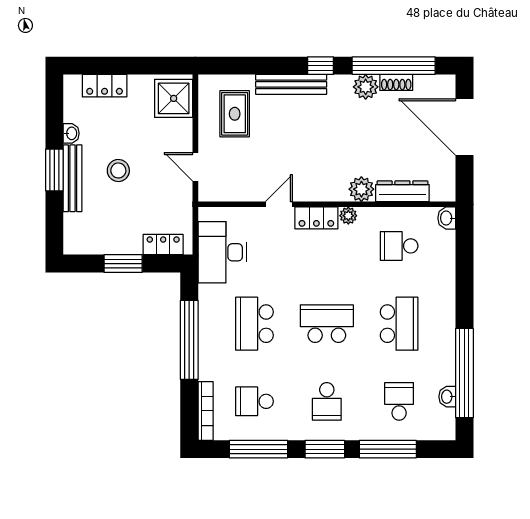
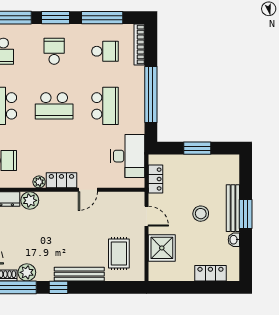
shower: (174, 98) -> (162, 248), moved
locker: (163, 245) -> (156, 179), moved, turned -90

